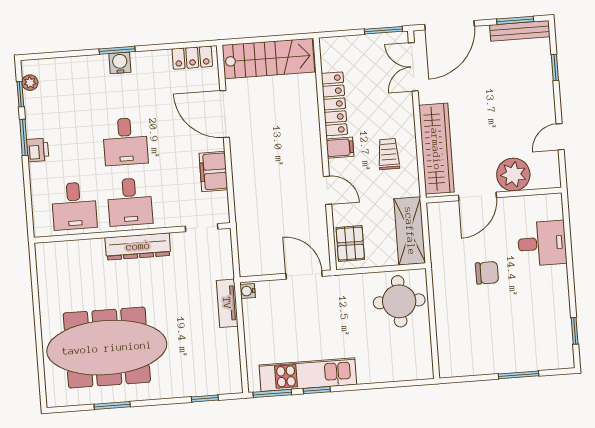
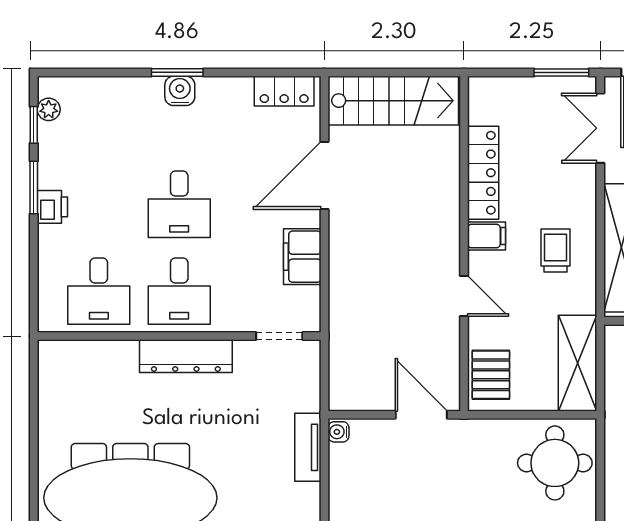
door: (225, 114) -> (325, 175), hinge flipped

